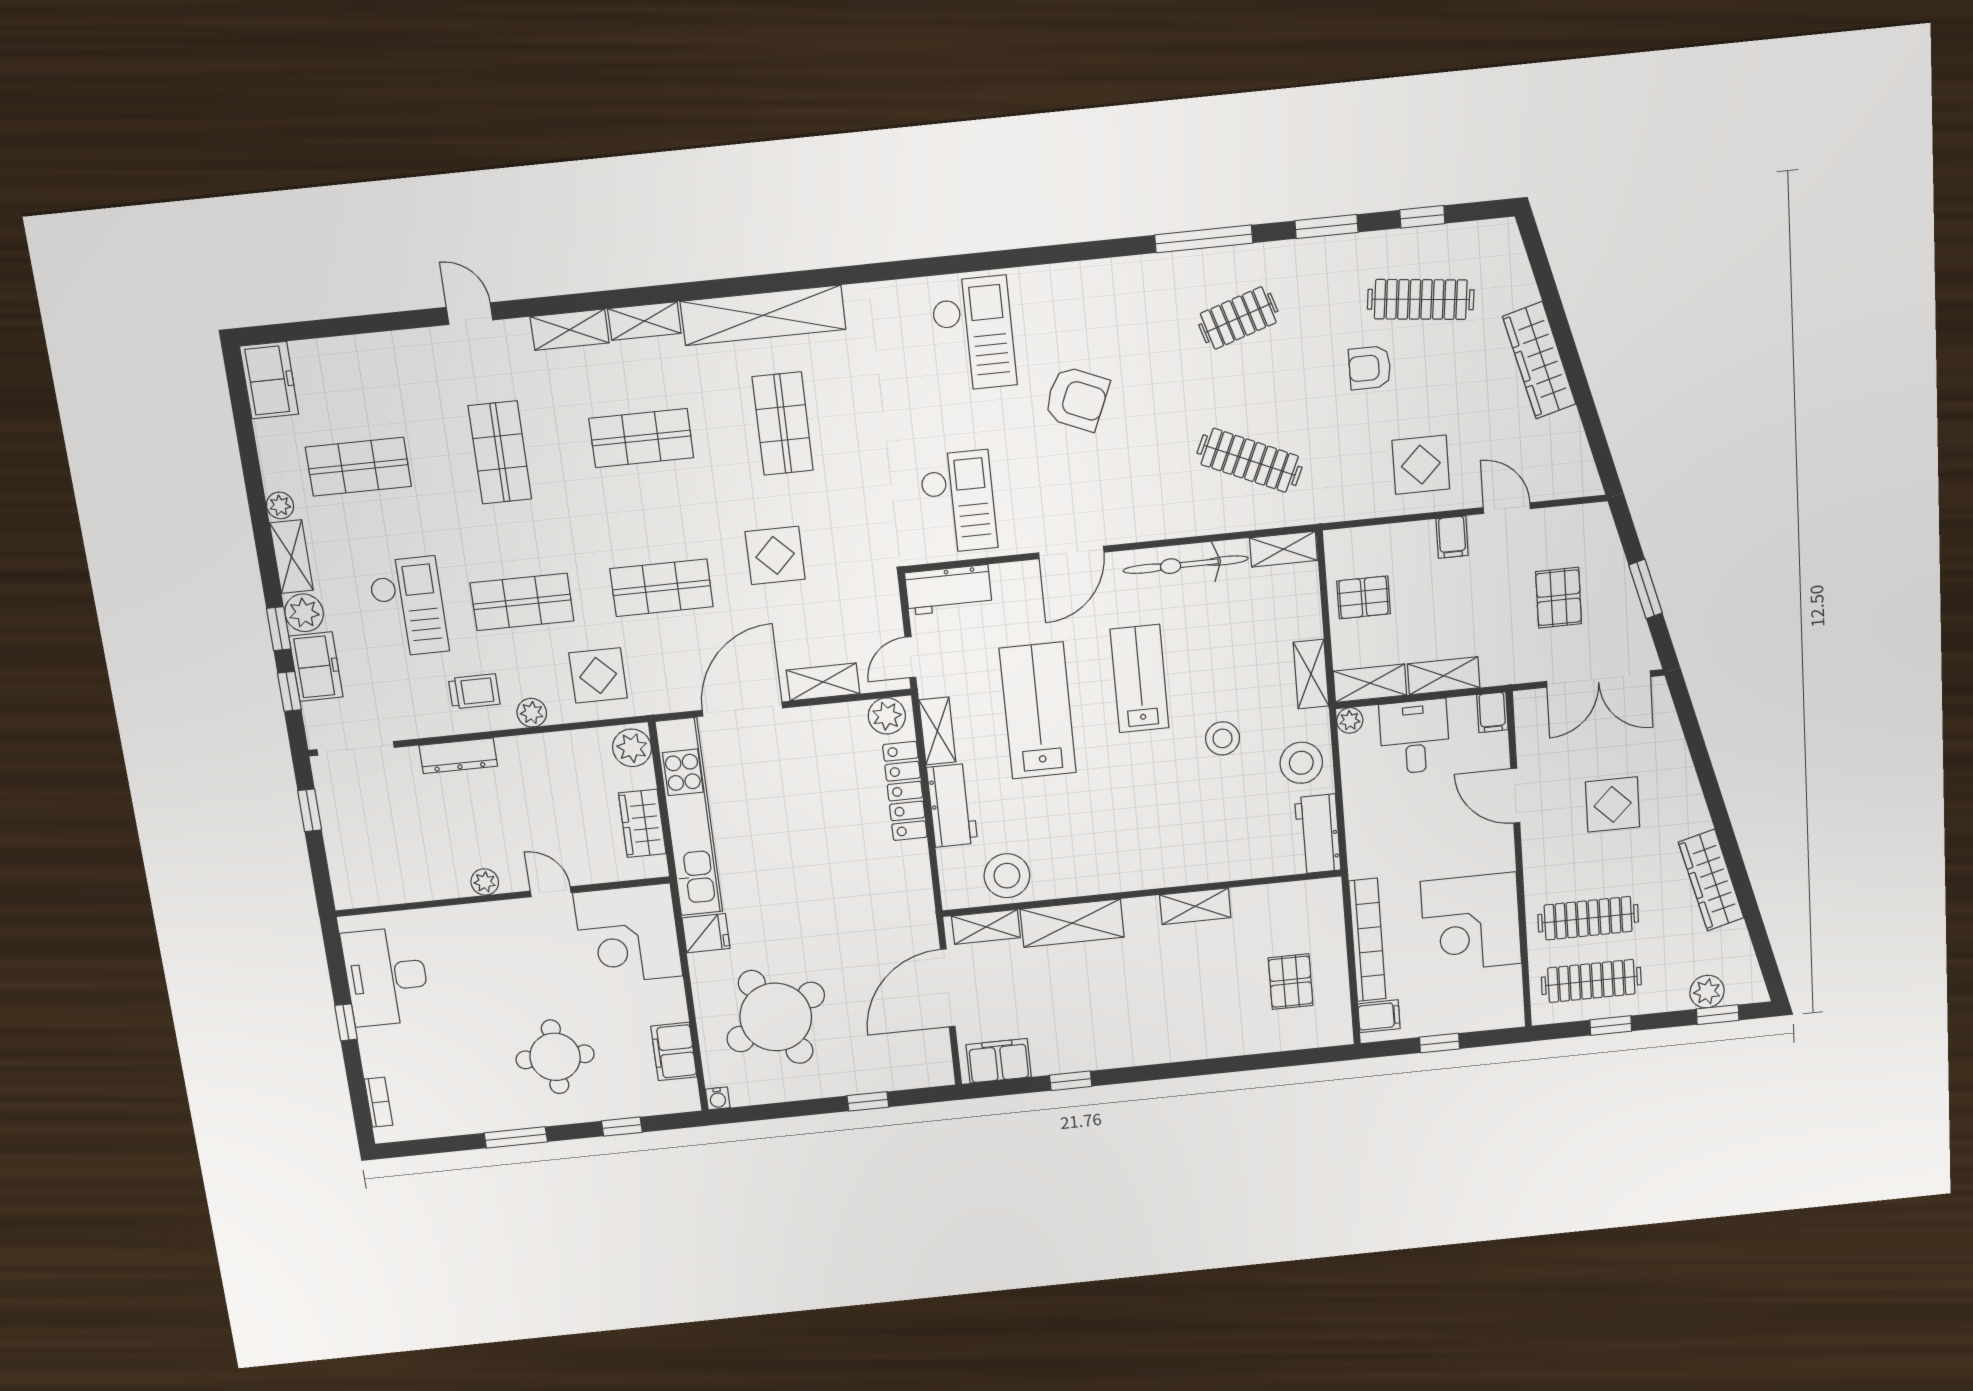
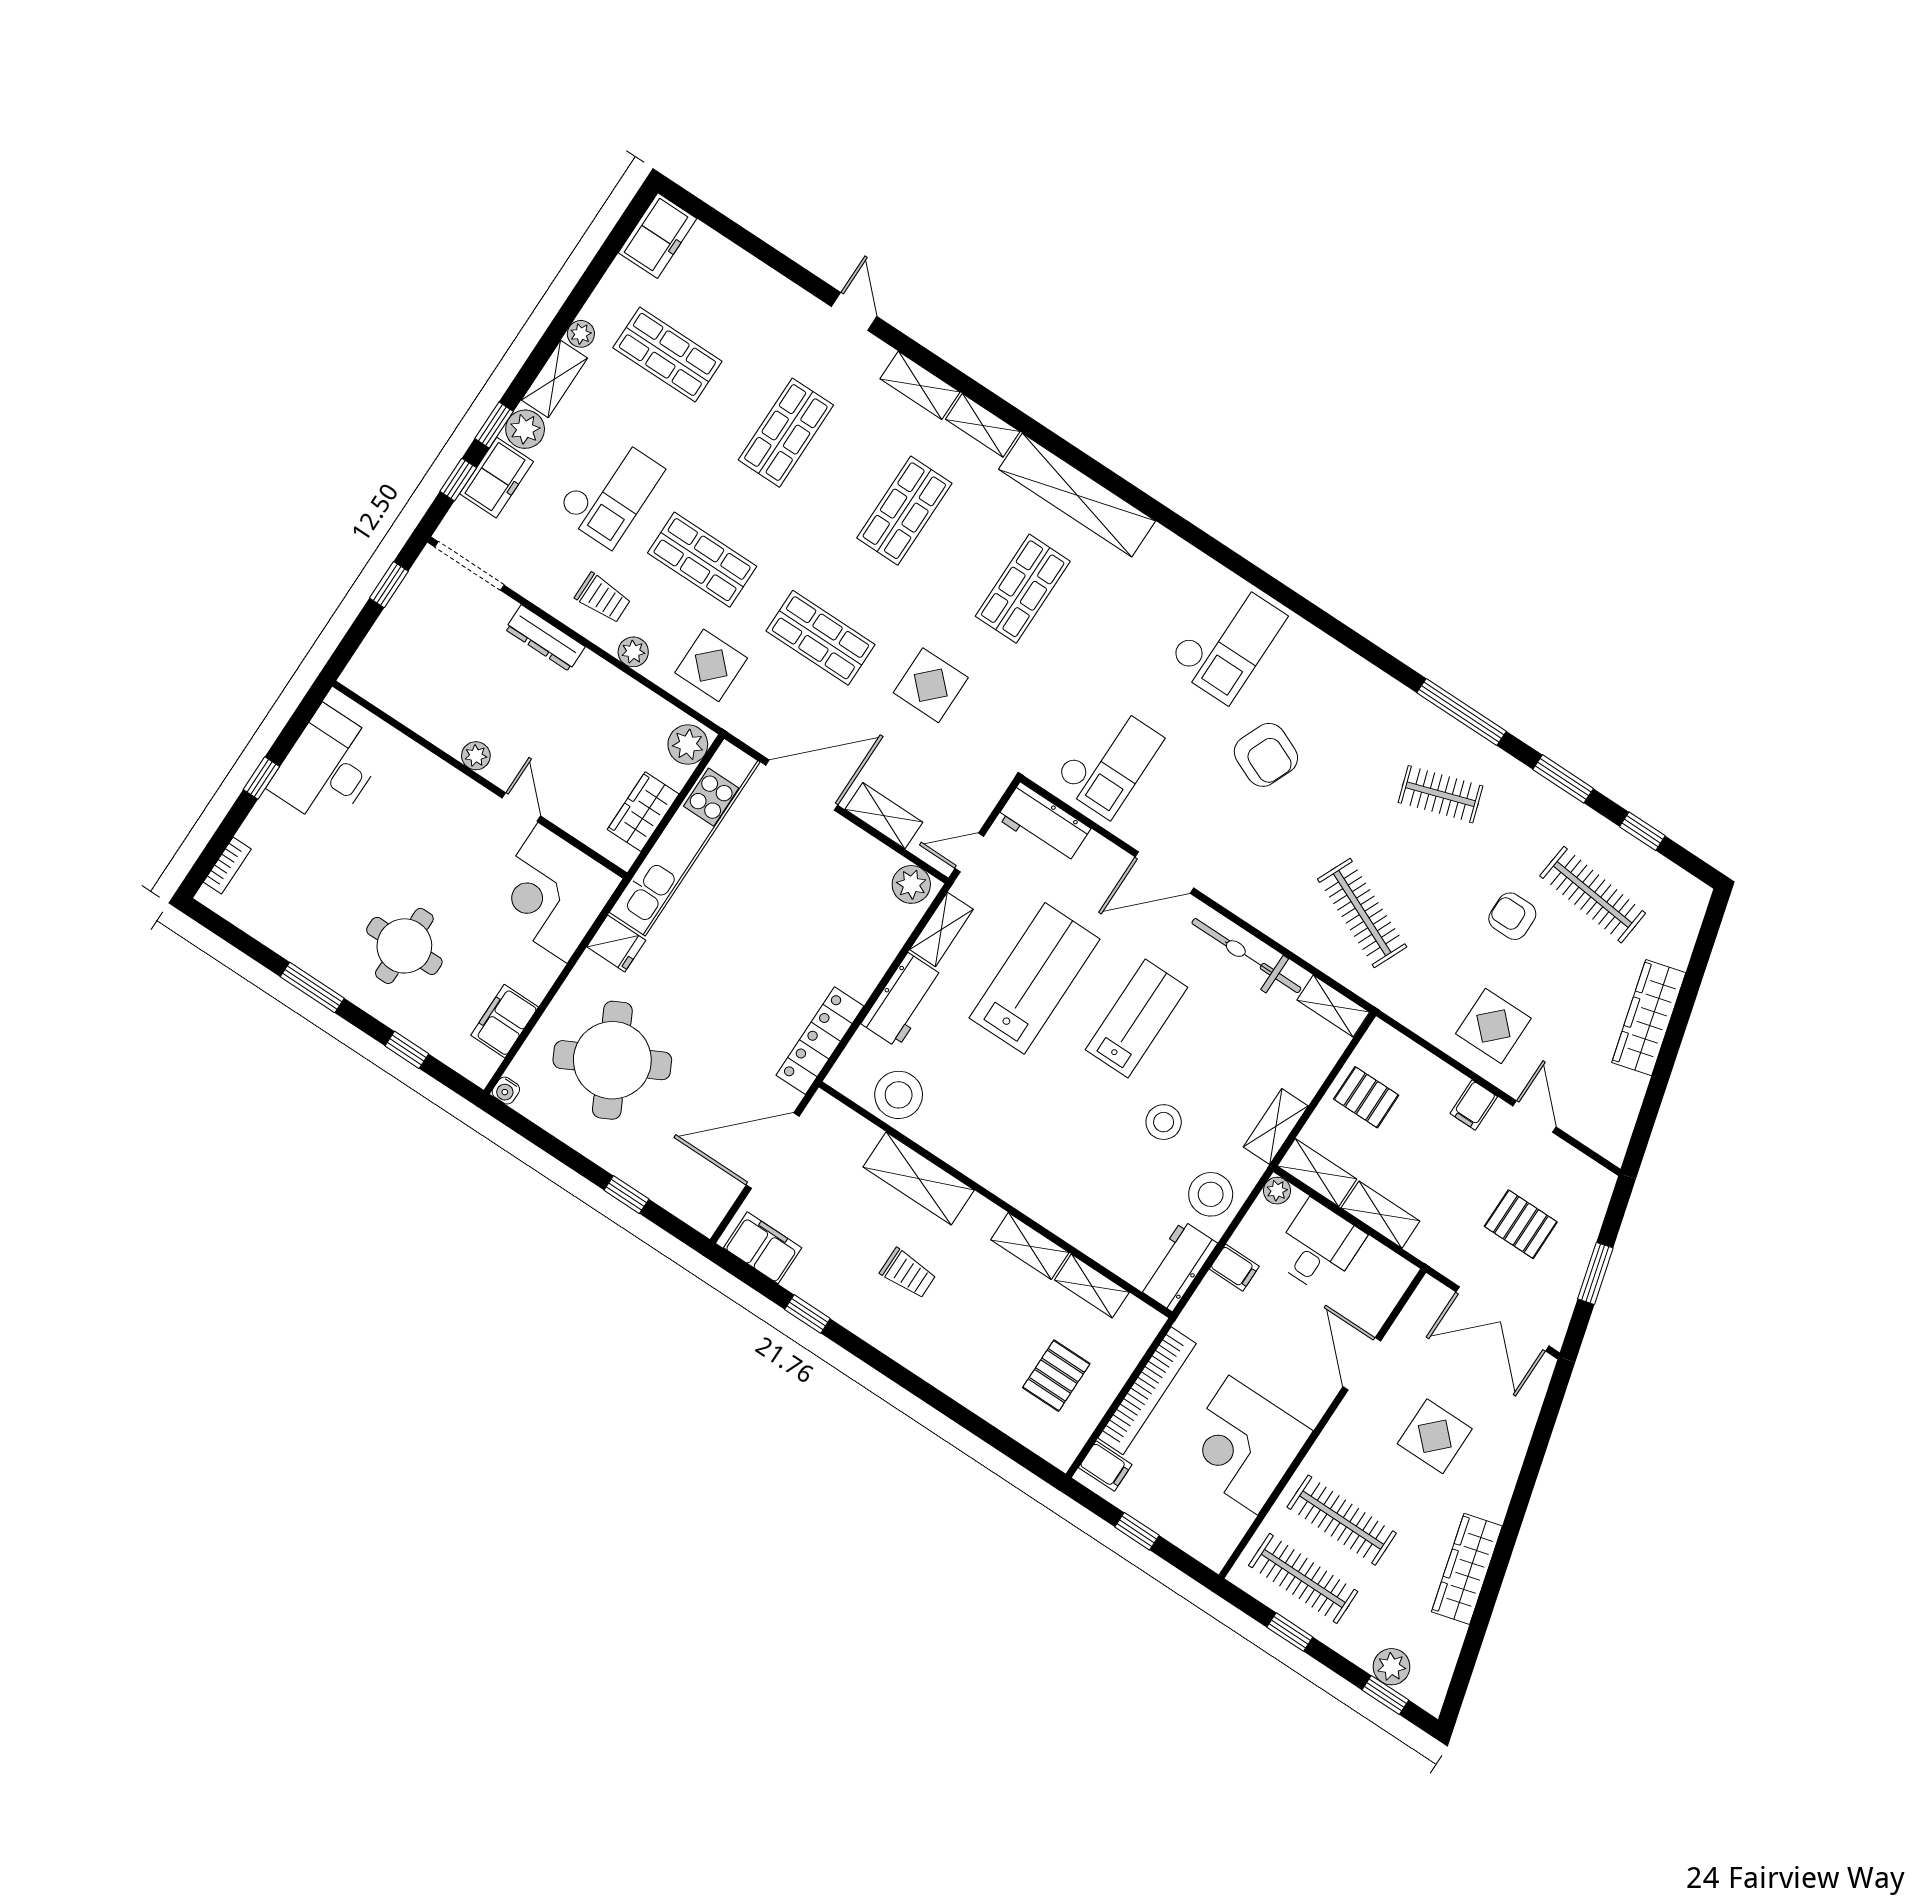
shop shelf: (641, 438) -> (904, 511), turned 90
pallet: (1559, 598) -> (1521, 1224), turned 90
filing cabinet: (1492, 712) -> (1234, 1268), moved, turned -90
locker: (905, 791) -> (820, 1041), moved
shelving: (986, 927) -> (1092, 1286), moved
trolley: (1121, 996) -> (908, 1273), added

